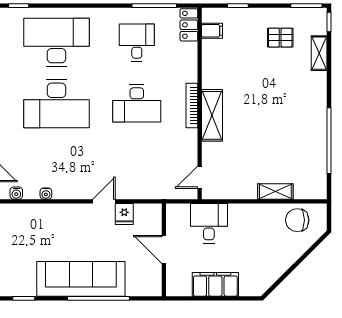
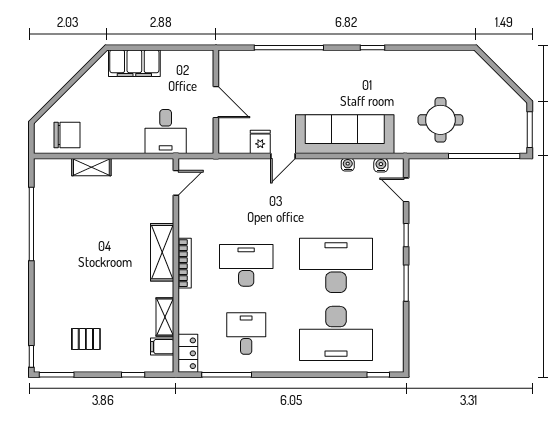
desk: (137, 43) -> (246, 333), turned 180
shelving: (319, 53) -> (165, 317), moved
sofa: (81, 279) -> (345, 134), moved, turned 180
filing cabinet: (215, 284) -> (134, 63), moved

